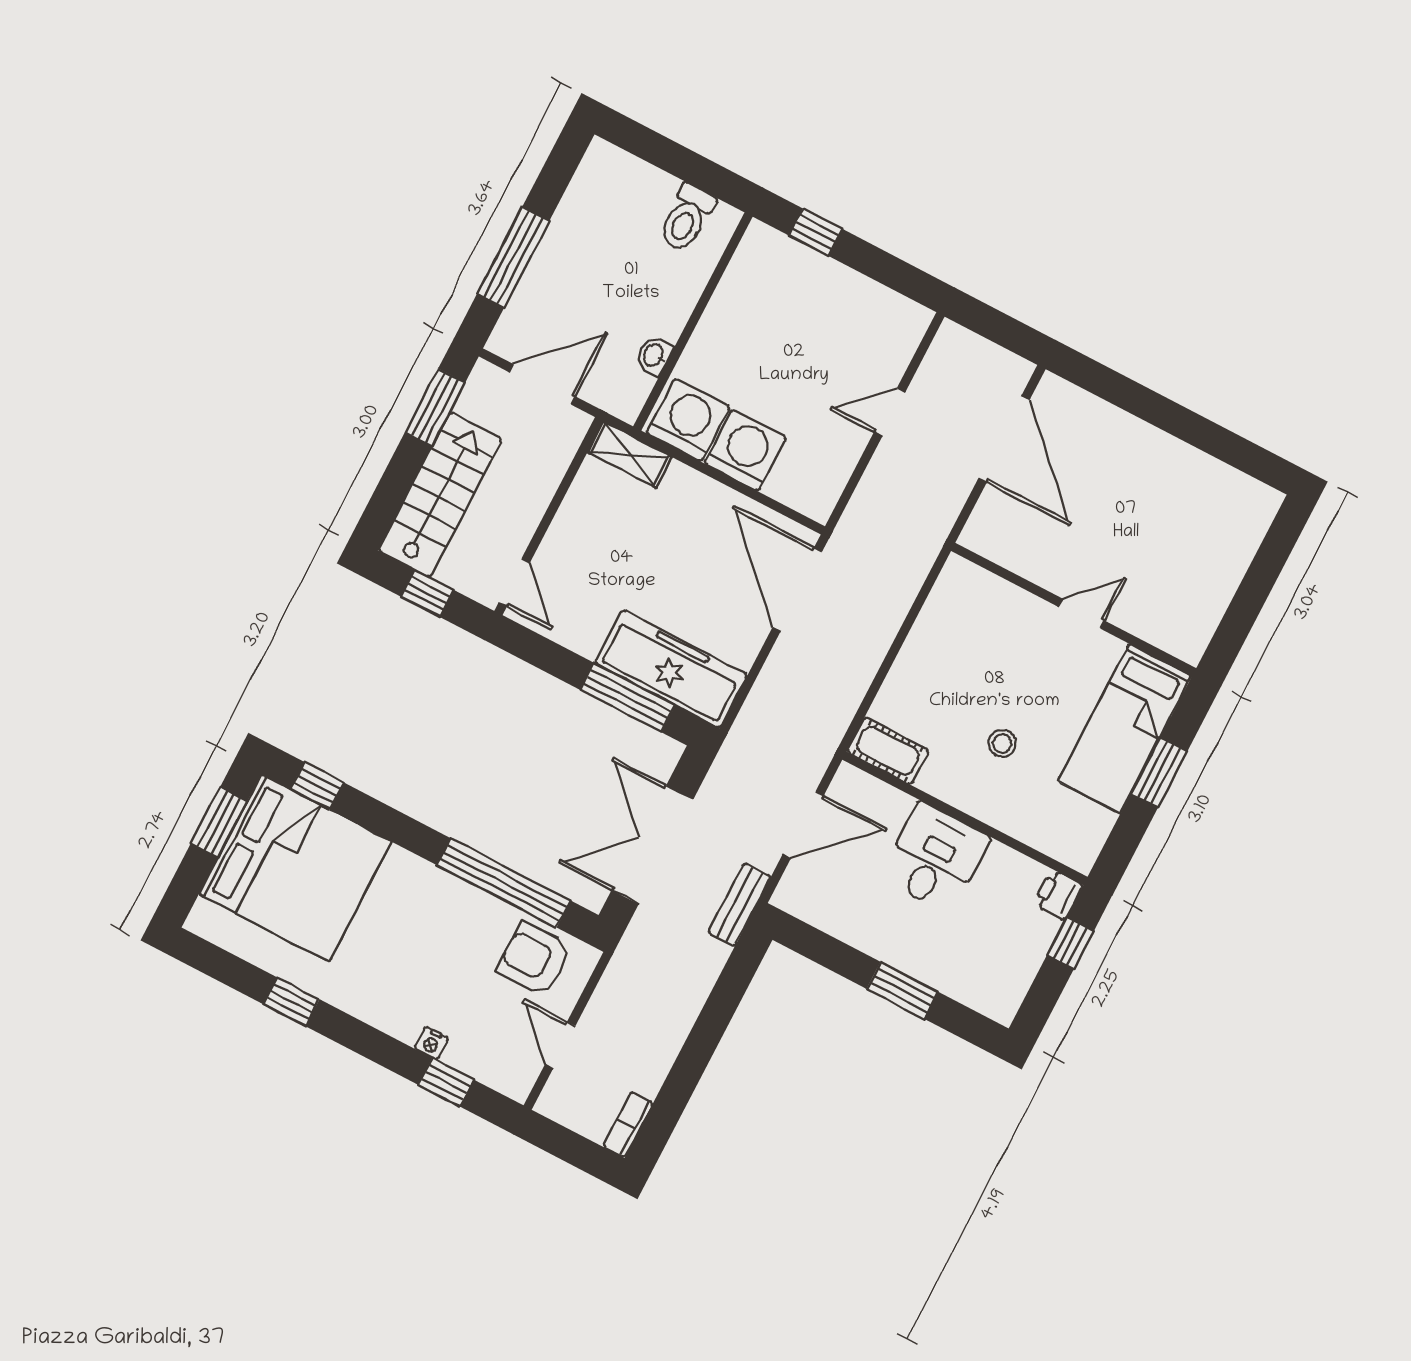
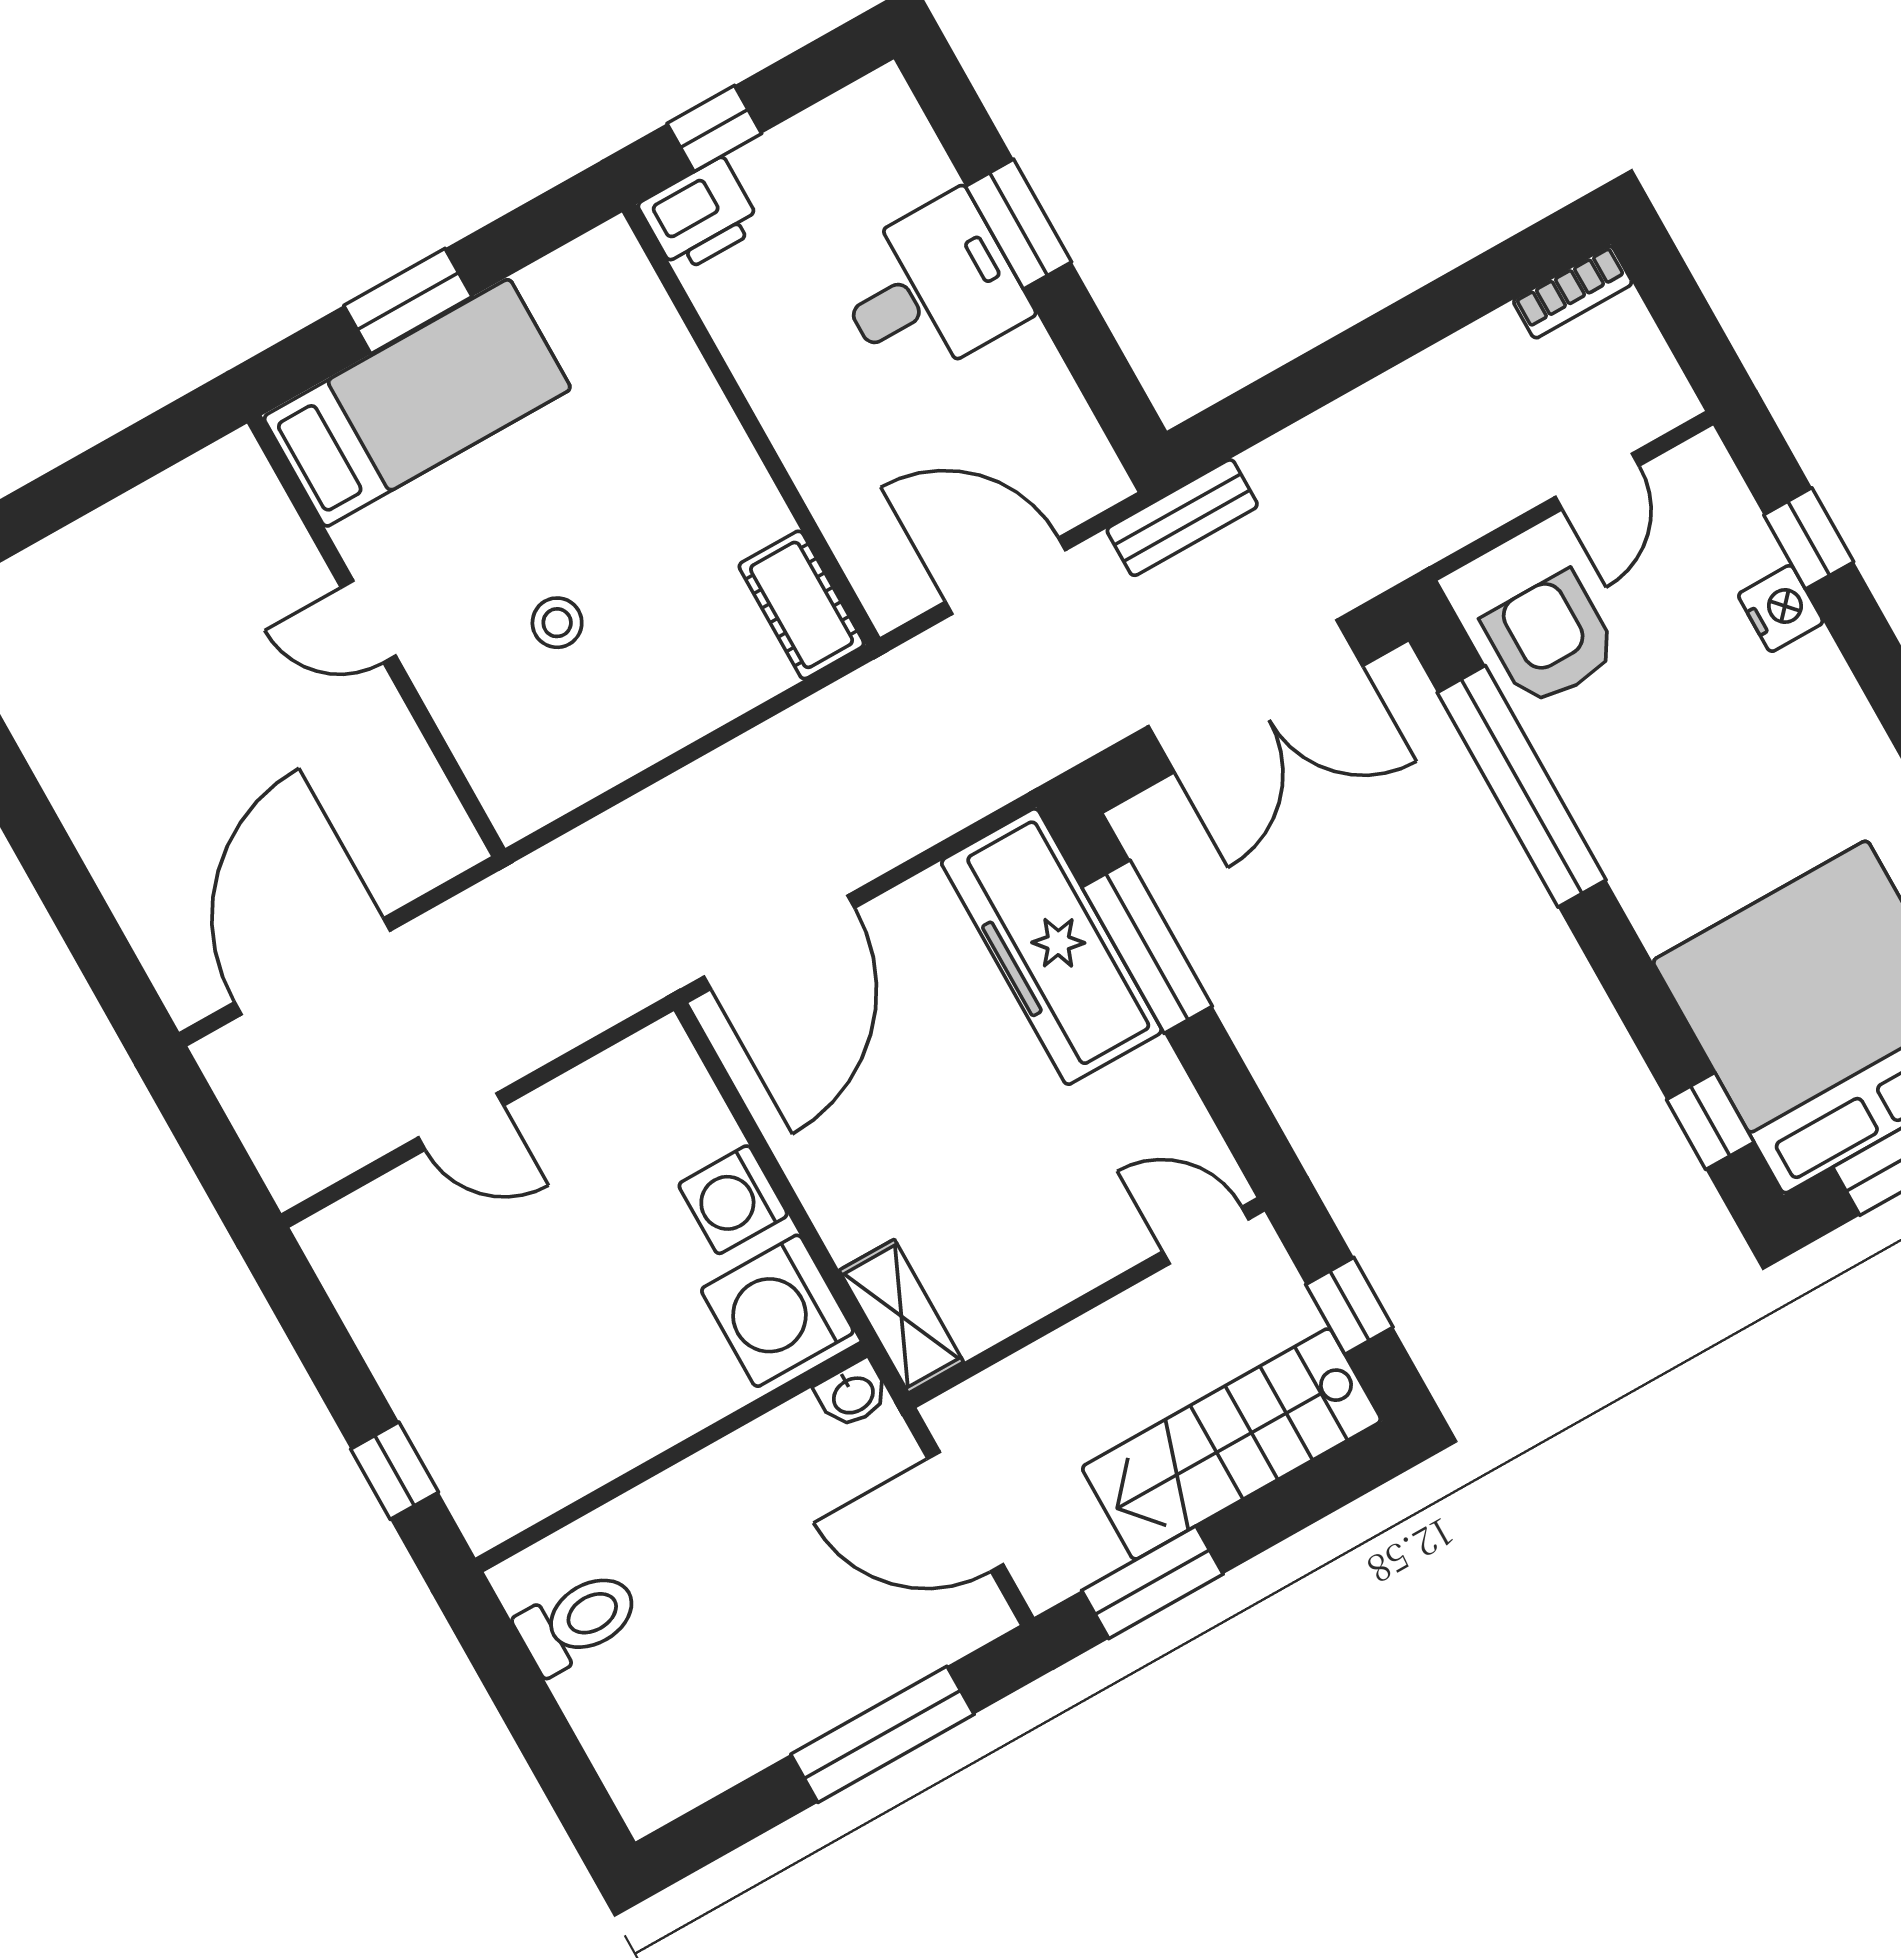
washbasin: (654, 355) -> (853, 1394), moved
washing machine: (745, 450) -> (733, 1200), width x0.73, depth x0.73
door: (514, 583) -> (1206, 1235), hinge flipped
stool: (1002, 743) -> (557, 623), moved
desk: (935, 858) -> (930, 289), moved, turned 180
printer: (1058, 894) -> (700, 216), width x1.36, depth x1.24
armchair: (534, 959) -> (1550, 639), turned 180
nightstand: (431, 1043) -> (1781, 608), width x1.39, depth x1.35

